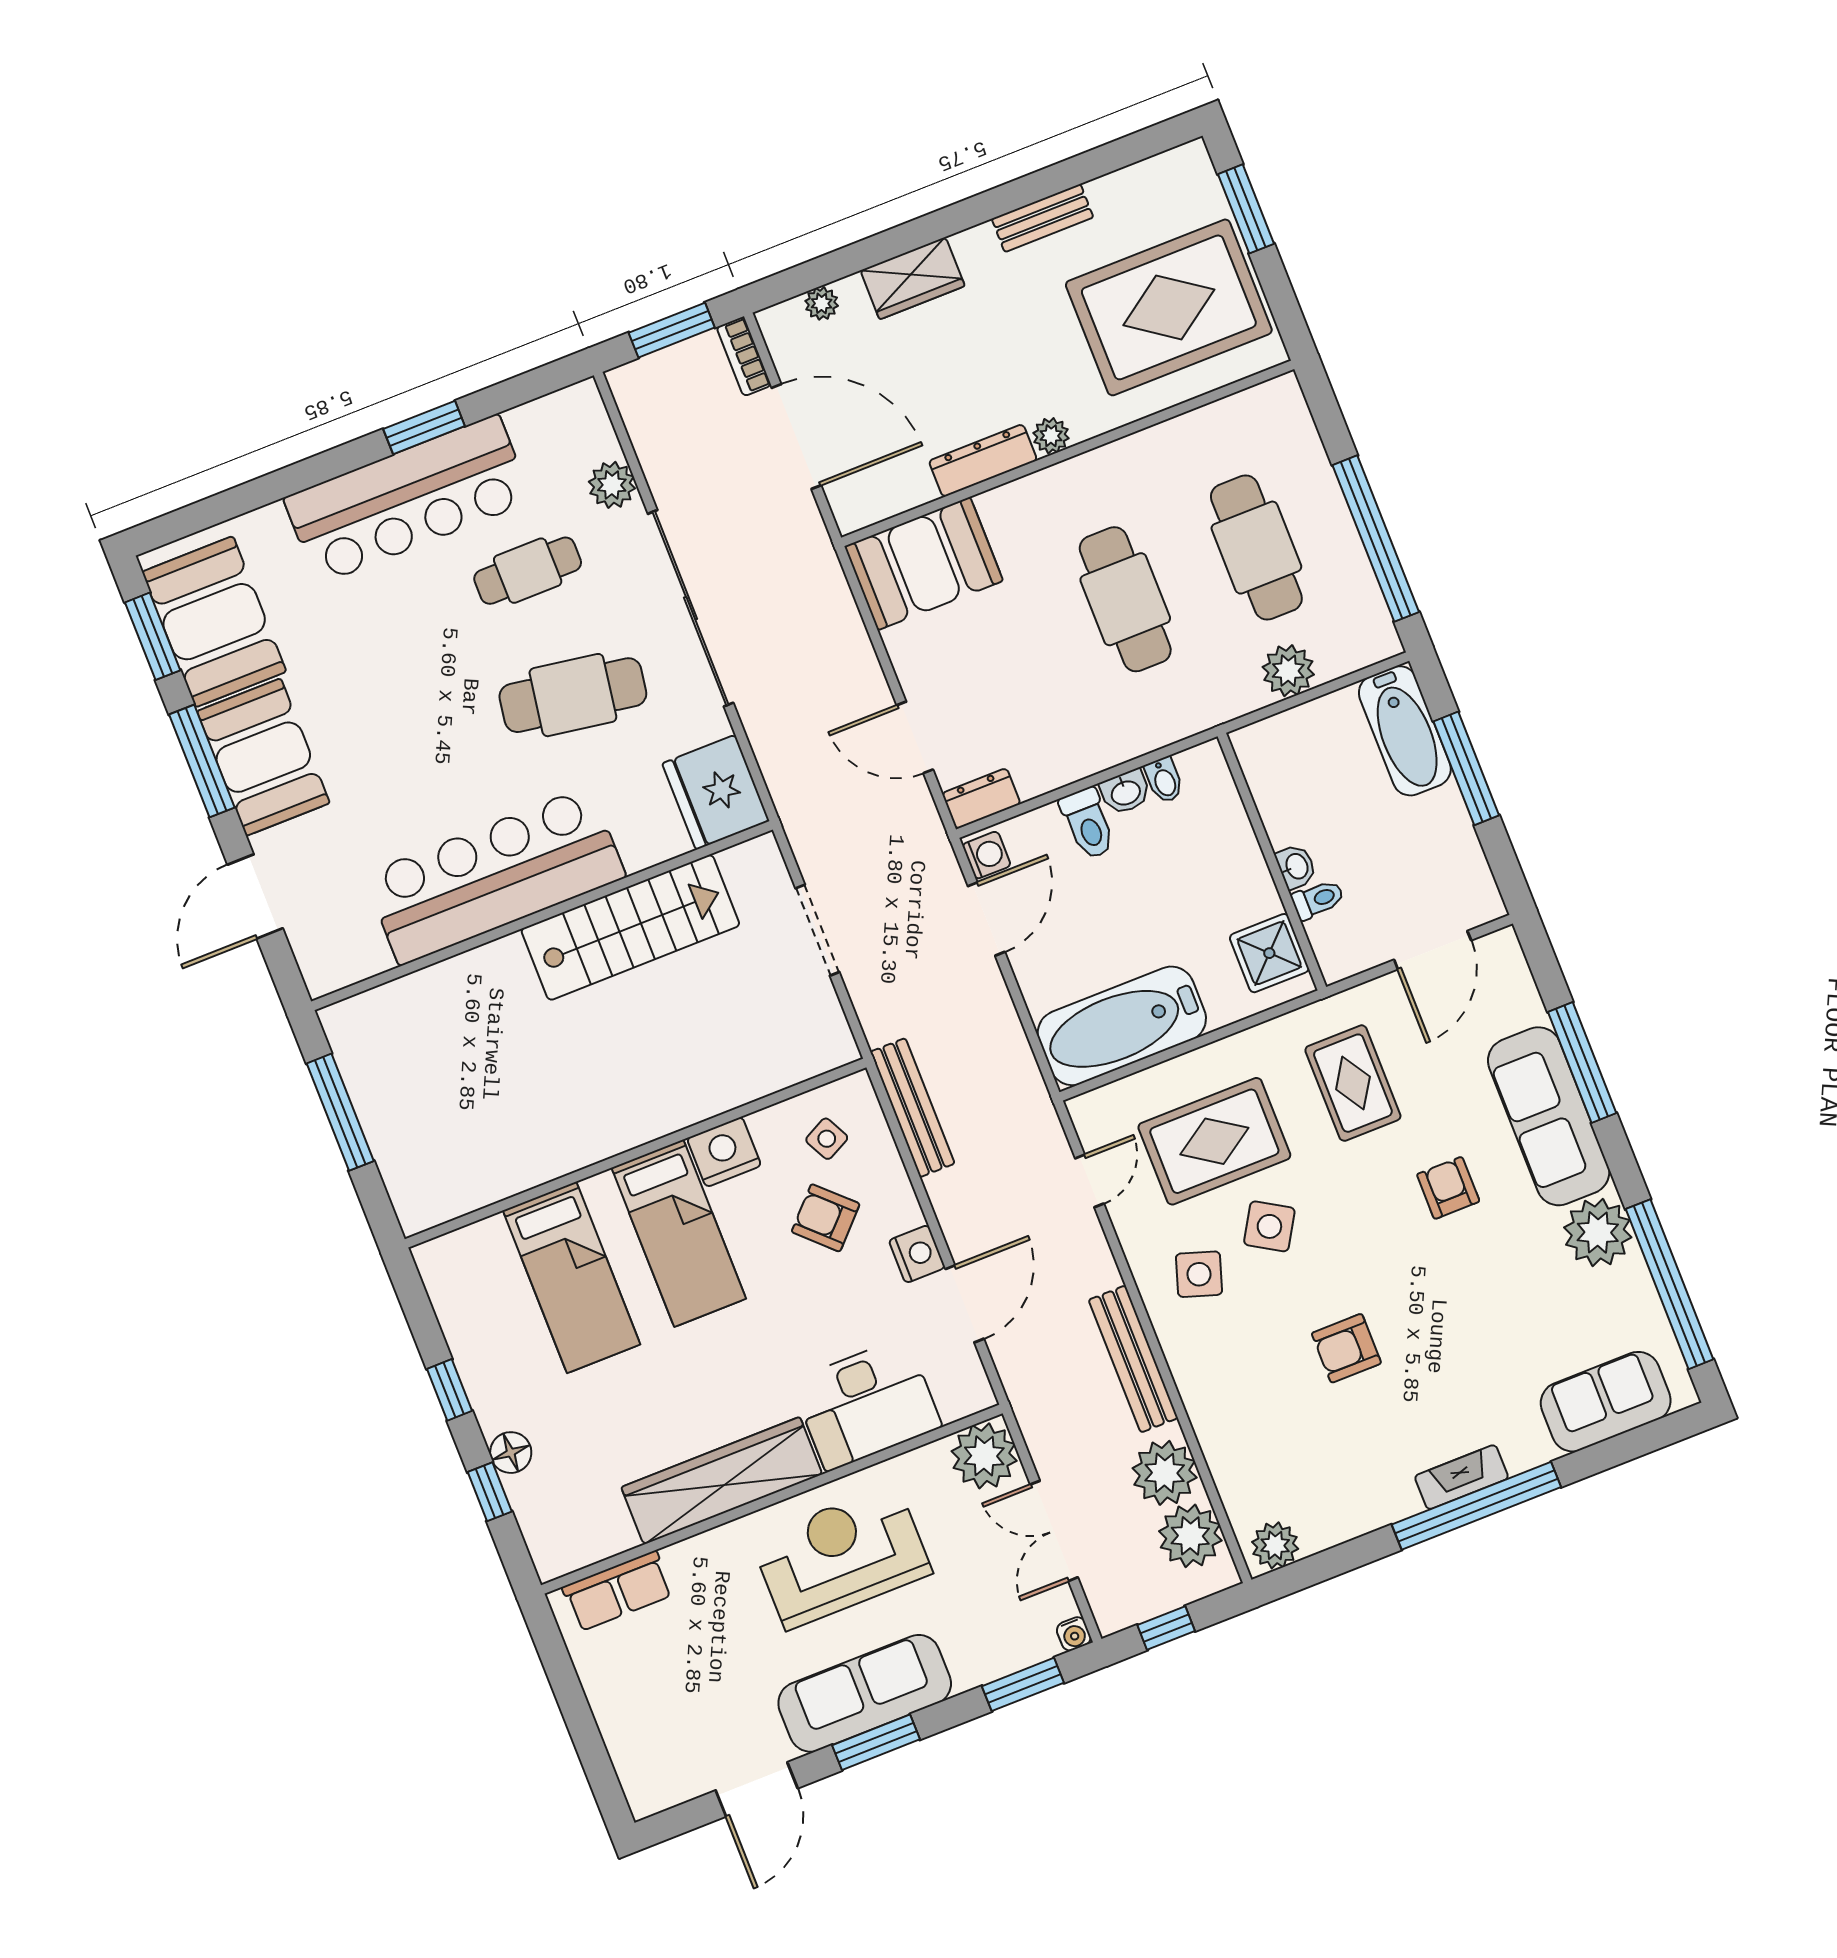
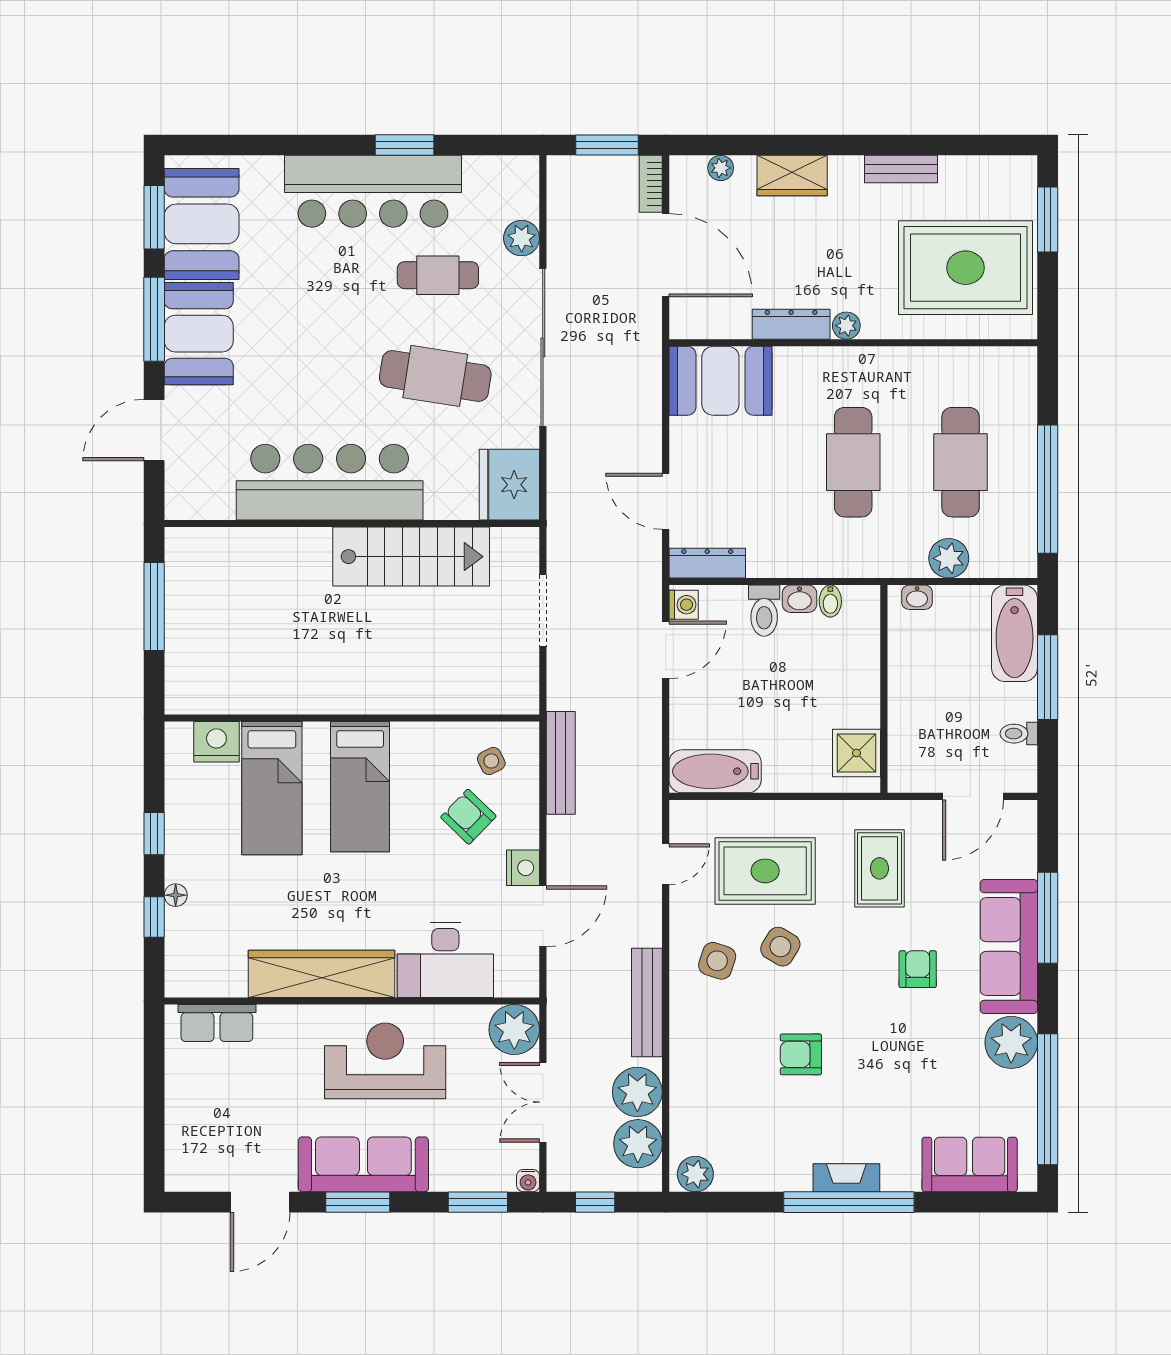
dresser: (981, 799) -> (707, 563), width x1.44
washbasin: (1296, 867) -> (917, 597), moved, turned 90
toilet: (1318, 899) -> (1019, 734), moved, turned 180
bathtub: (1122, 1026) -> (715, 771), width x0.73, depth x0.73
nightstand: (724, 1152) -> (216, 742), moved
floor lamp: (511, 1453) -> (176, 895), width x0.73, depth x0.73

